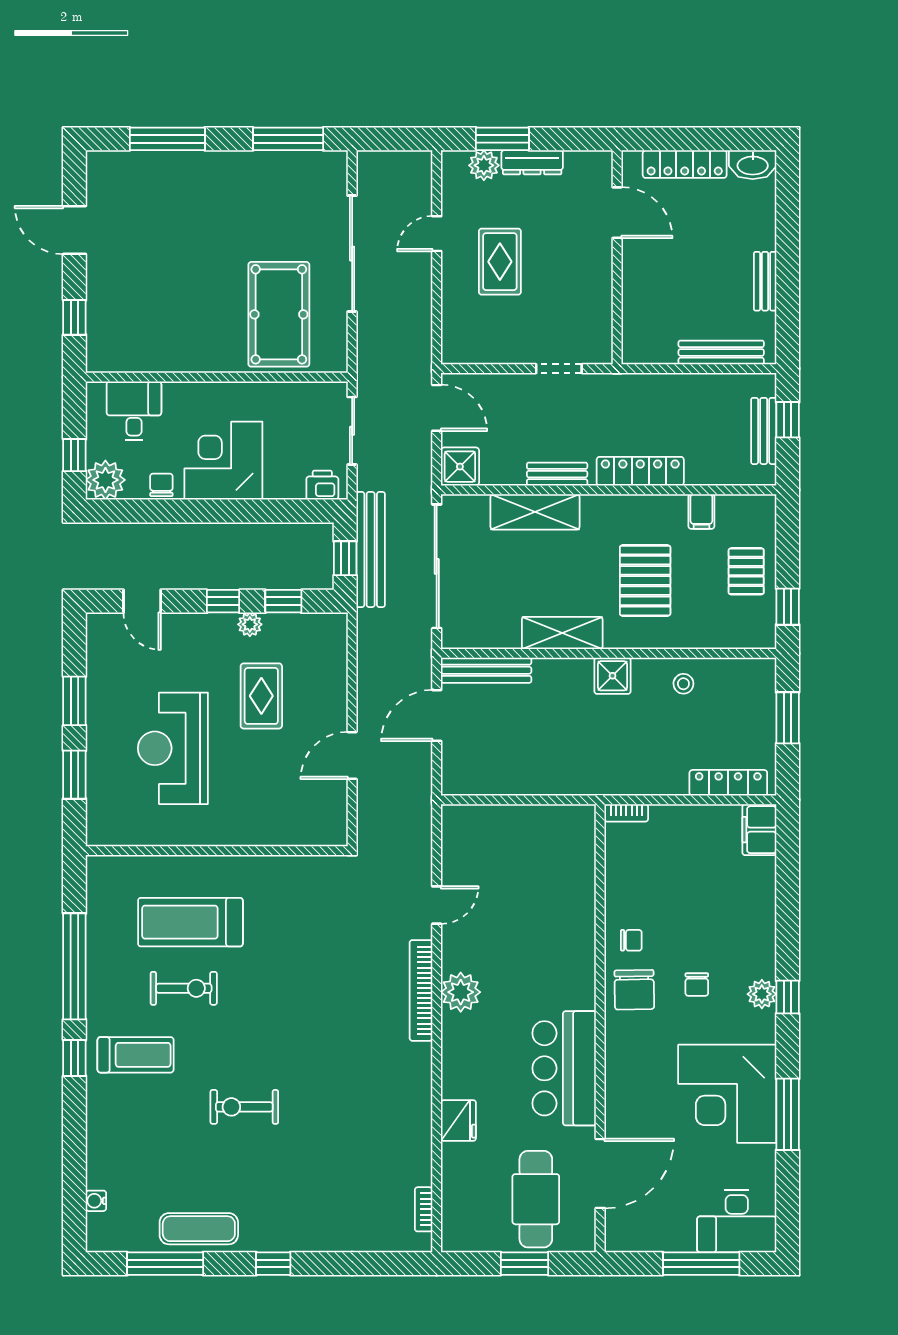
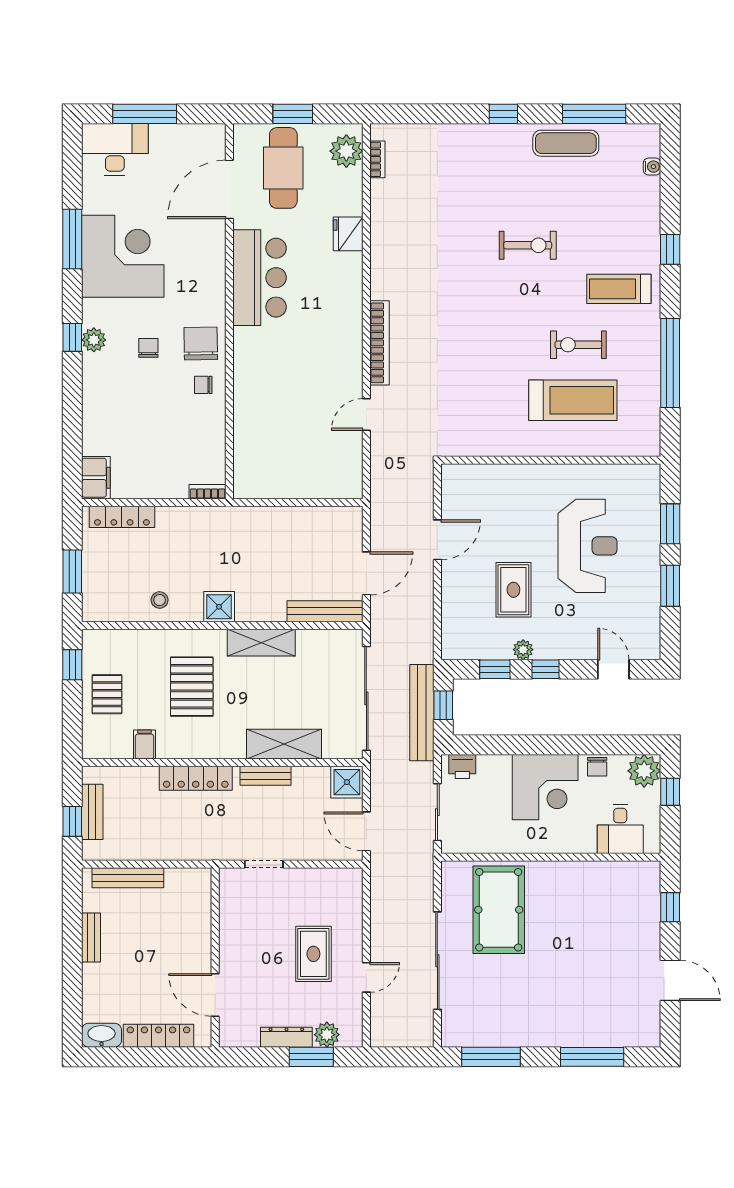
plant: (461, 992) -> (346, 151), moved
window: (74, 1058) -> (670, 249), moved

